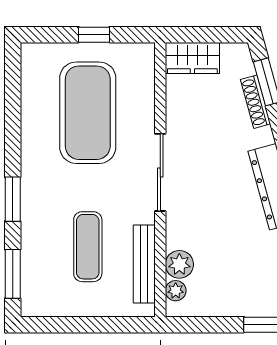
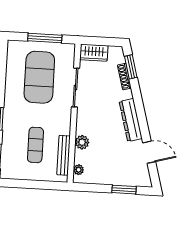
window: (94, 35) -> (45, 38), width x2.17
sliding door: (160, 172) -> (76, 87), moved
plant: (179, 264) -> (82, 142), moved

